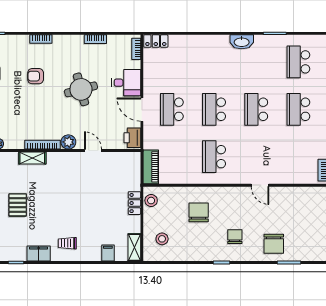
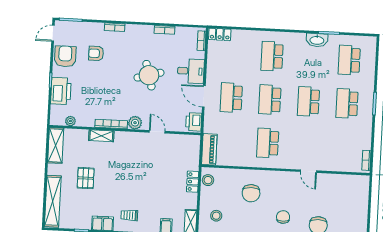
washbasin: (242, 42) -> (317, 40), moved
school desk: (214, 62) -> (272, 56), added
armchair: (36, 76) -> (96, 53), moved
chair: (199, 212) -> (251, 193), turned 180

